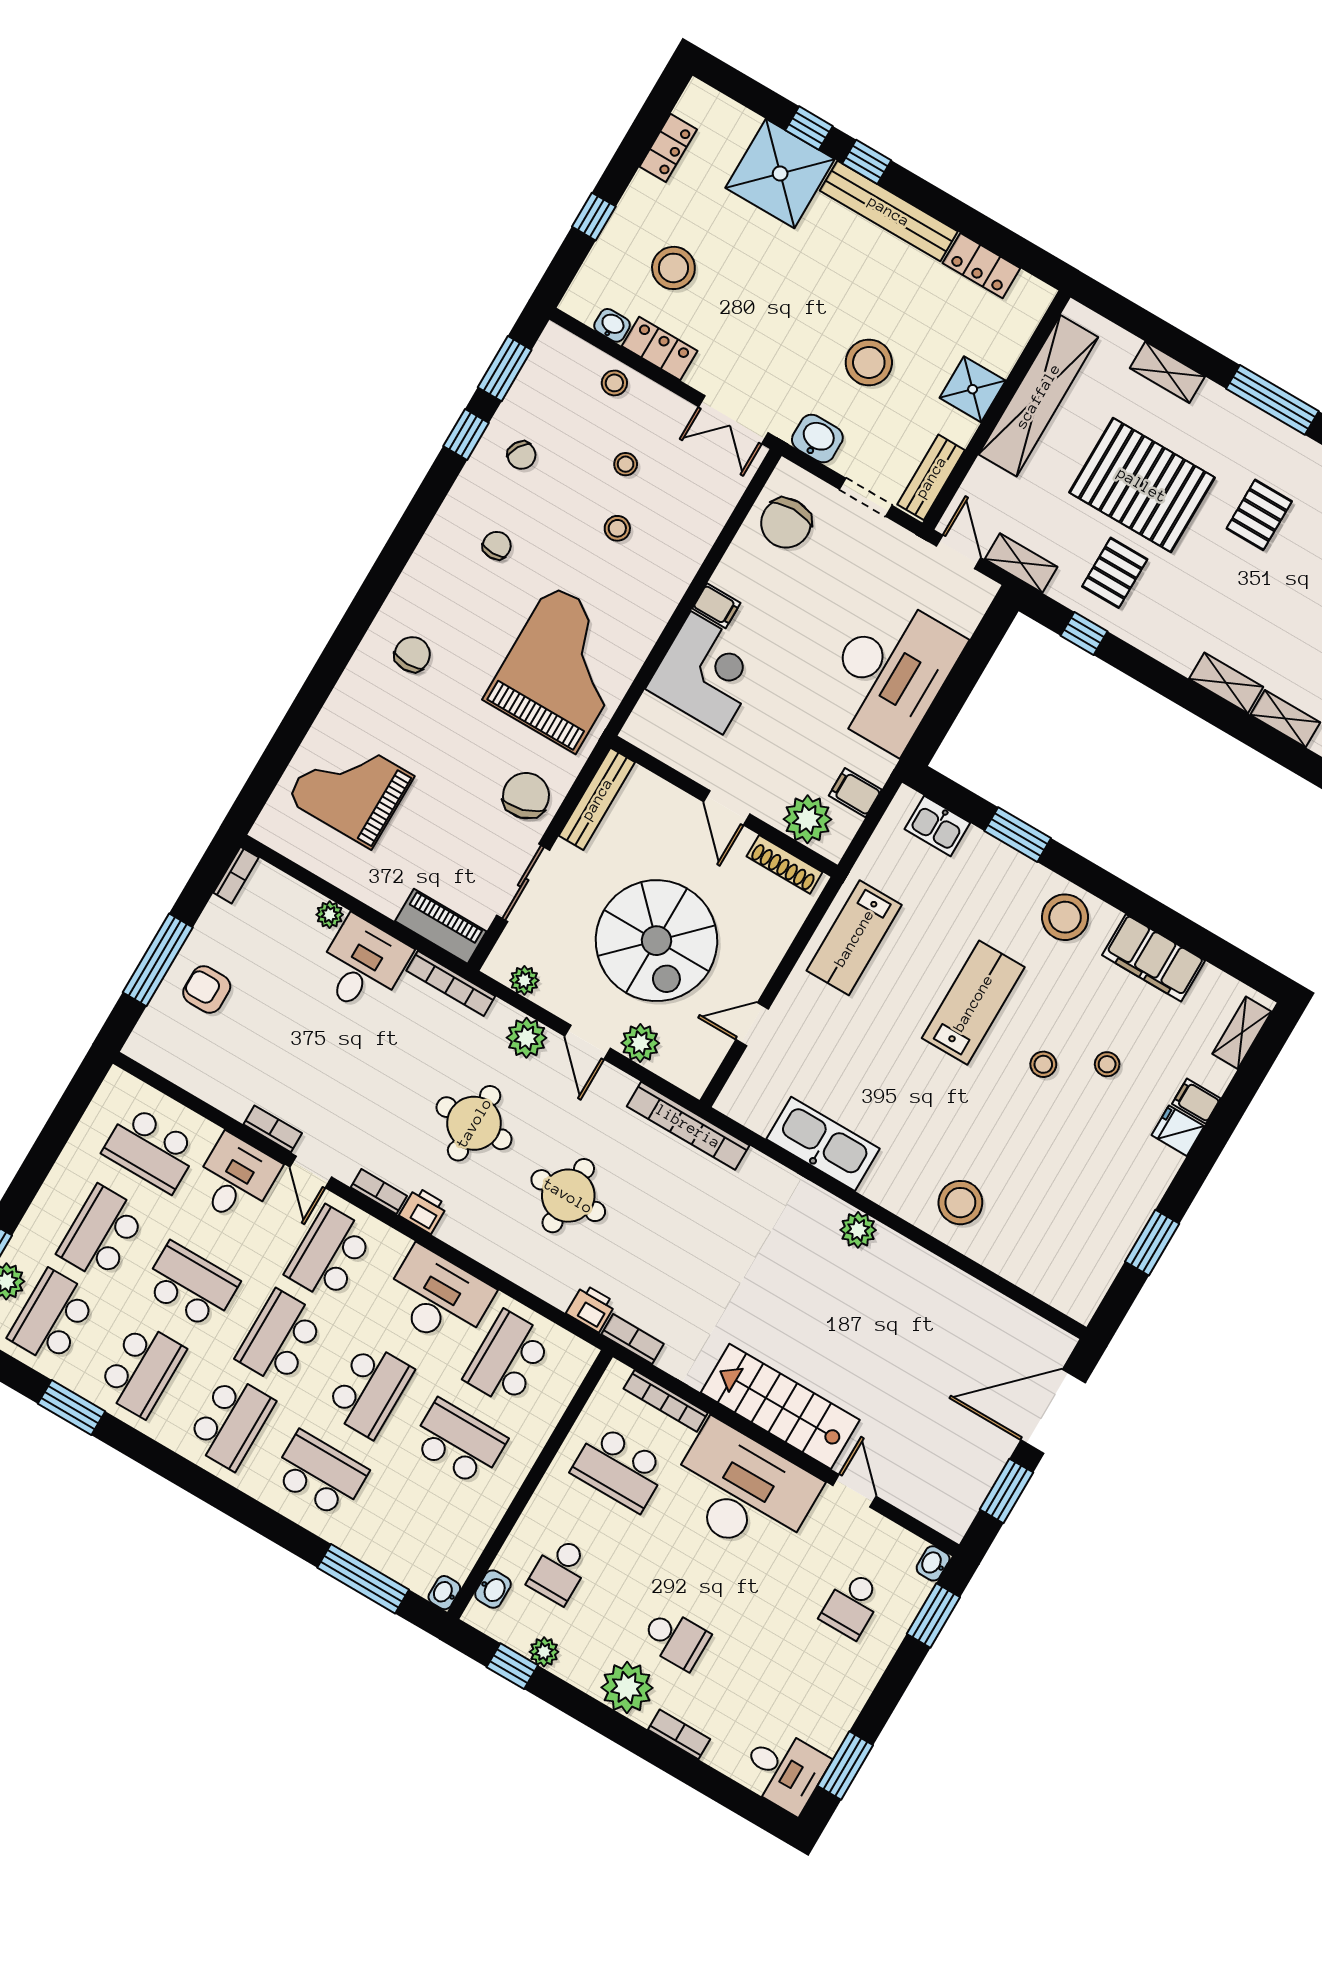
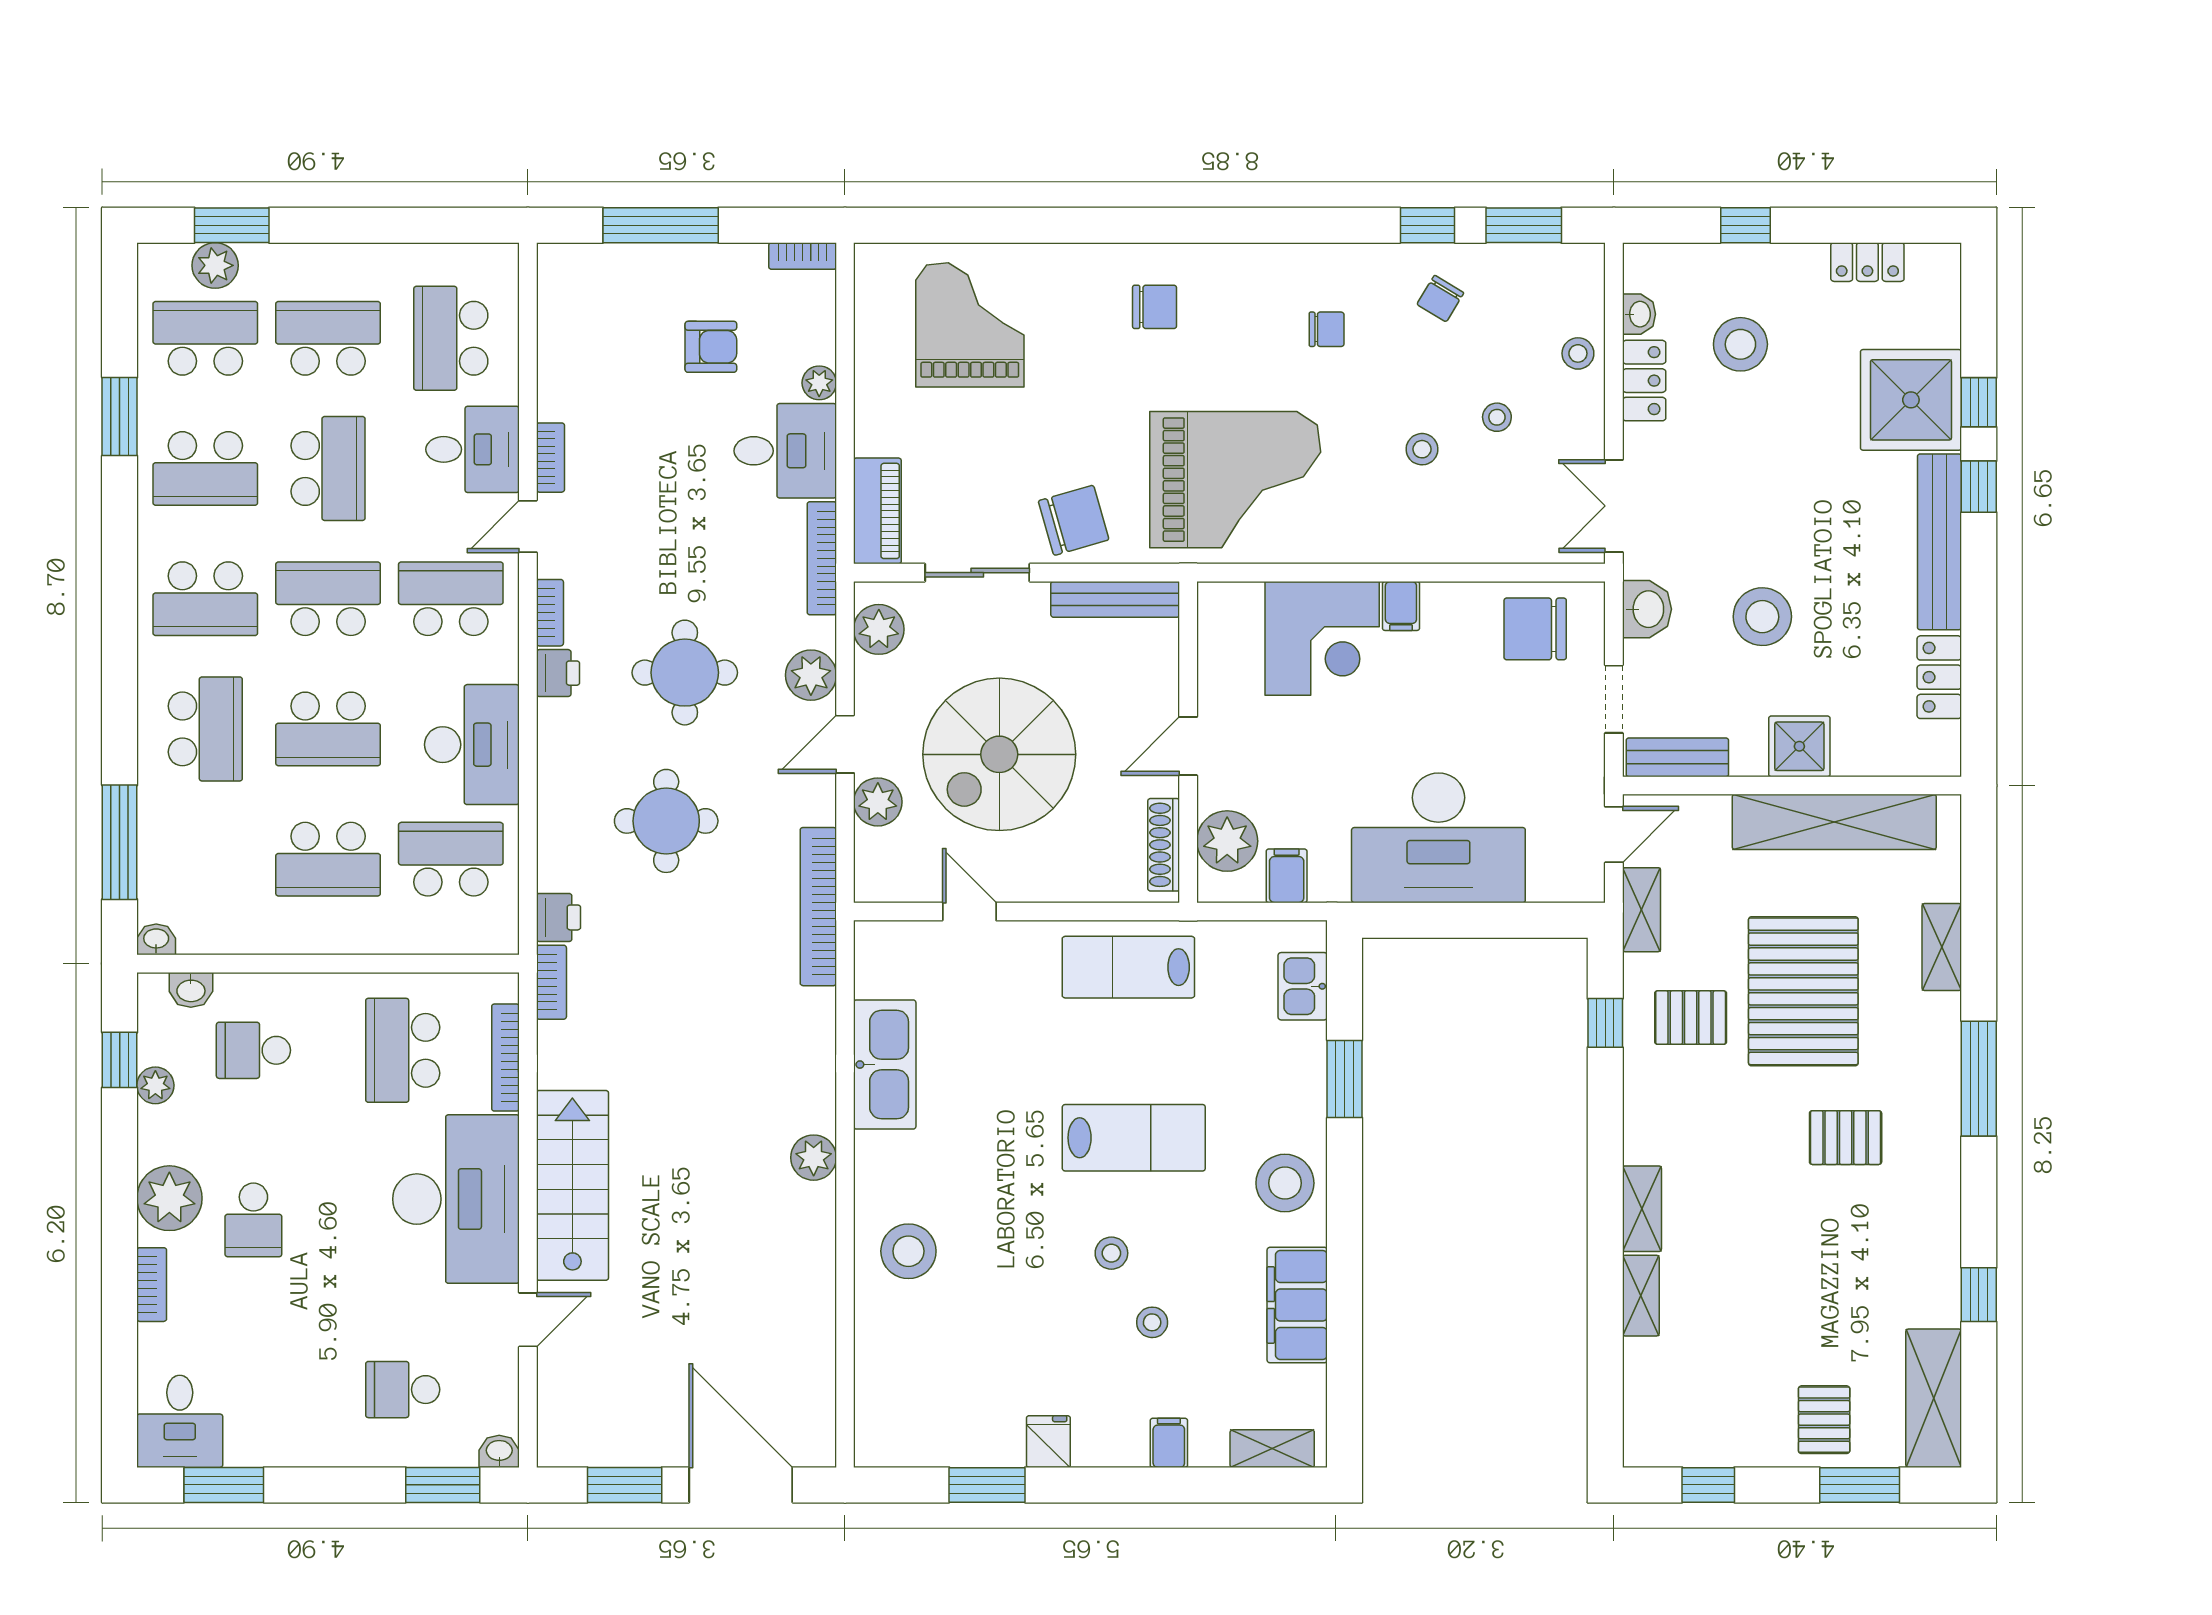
plant: (524, 980) -> (879, 629), width x1.38, depth x1.38
armchair: (207, 989) -> (711, 347), moved, turned 90
fridge: (1178, 1131) -> (1048, 1442), moved
school desk: (458, 1443) -> (328, 859), turned 90

